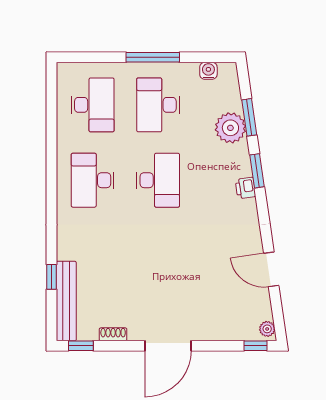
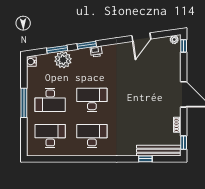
water cooler: (208, 71) -> (31, 62), moved
desk: (93, 180) -> (92, 136), turned 180

